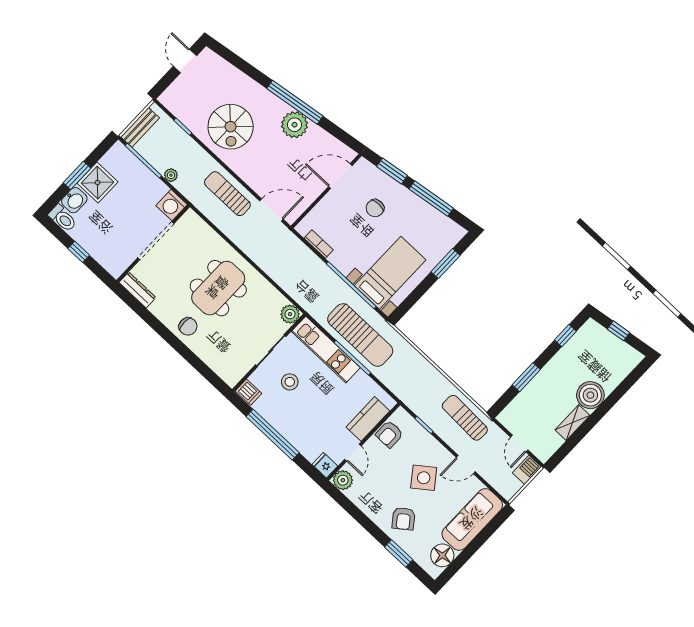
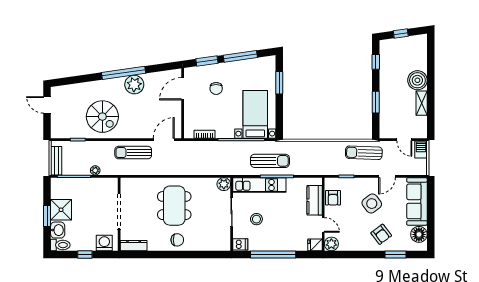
washing machine: (172, 205) -> (104, 243), moved, turned 180
sun lounger: (360, 335) -> (270, 161), width x0.73, depth x0.75

